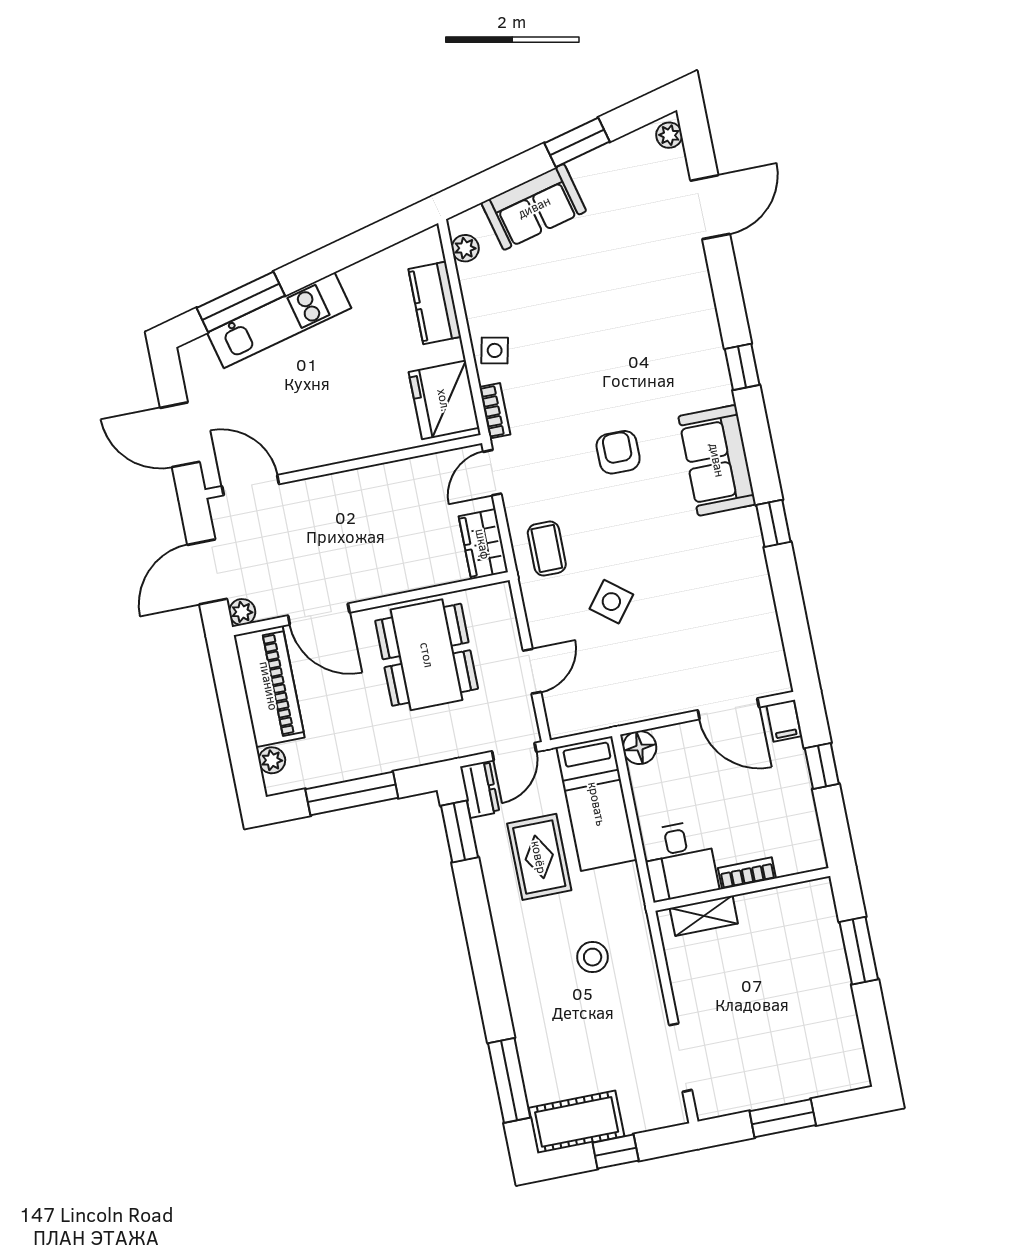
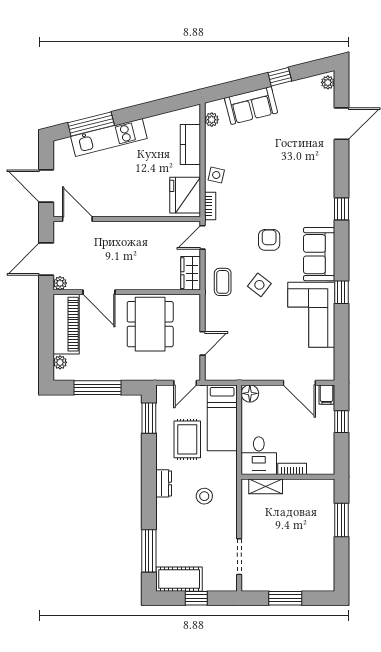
window: (577, 142) -> (280, 77), width x0.67
corner sofa: (725, 577) -> (311, 315), added
side table: (611, 602) -> (259, 285), moved
dresser: (480, 789) -> (164, 483), moved

